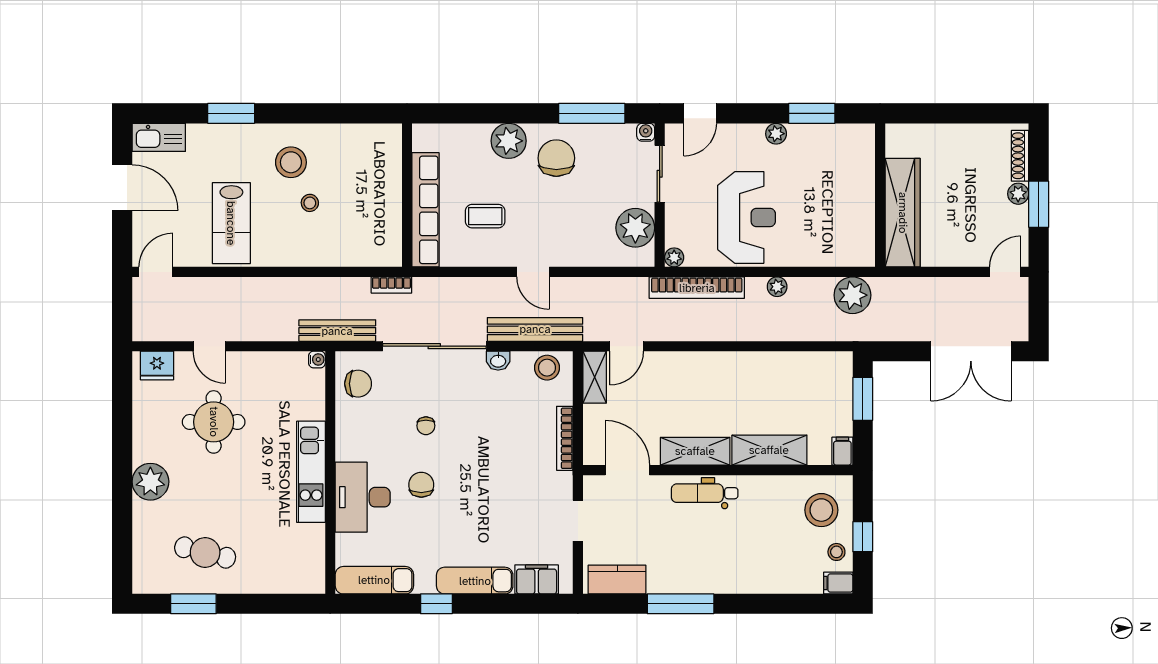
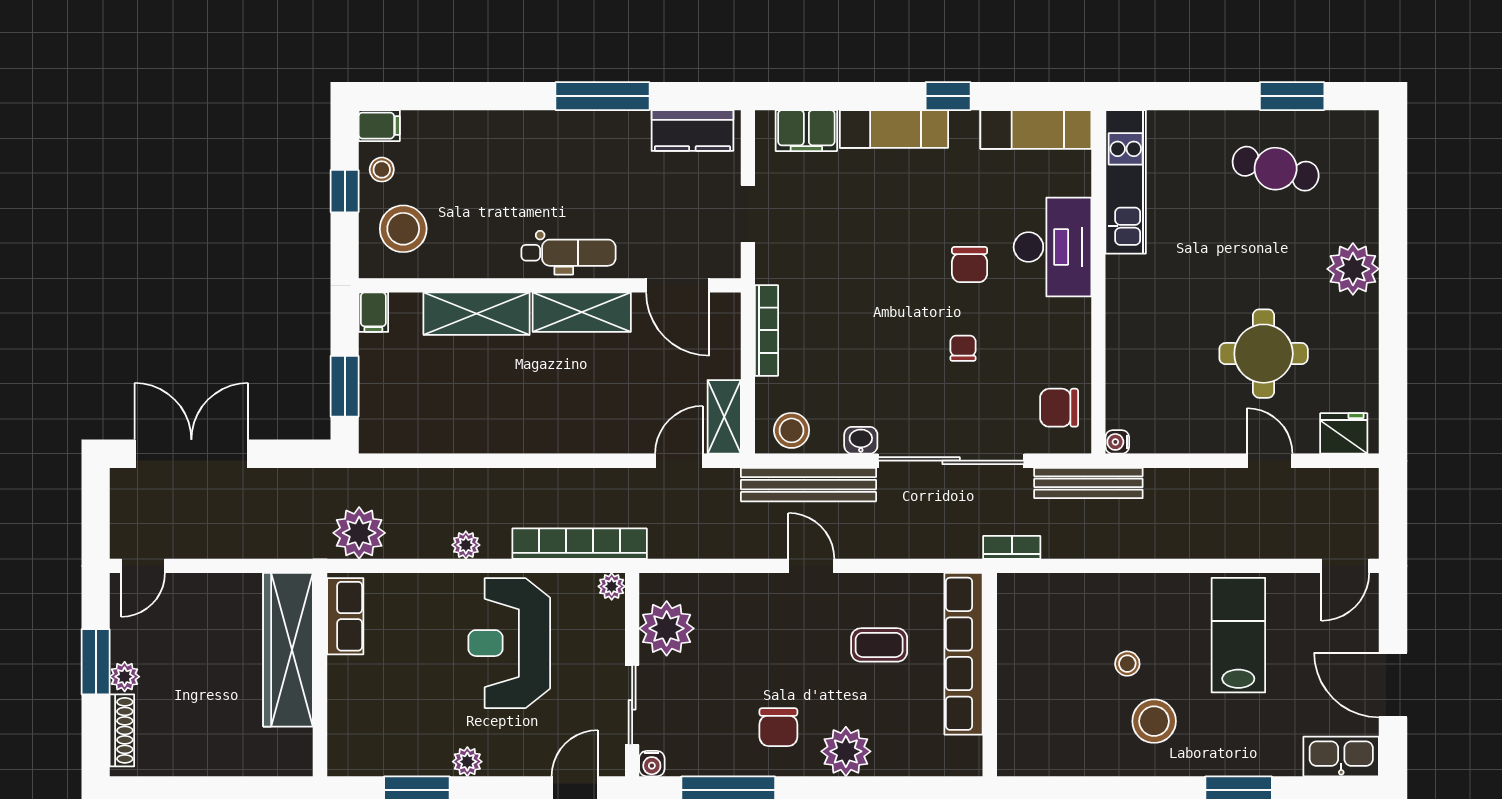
chair: (556, 158) -> (778, 727), width x0.73, depth x0.73
row of seats: (862, 236) -> (345, 616), added
kitchen unit: (311, 472) -> (1126, 182), moved

